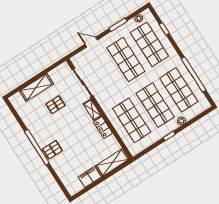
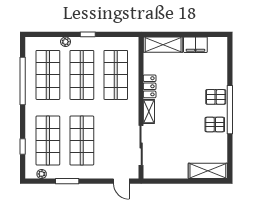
door: (91, 42) -> (121, 181), moved
shelving: (36, 87) -> (208, 171), moved
pallet: (56, 105) -> (215, 125), moved

